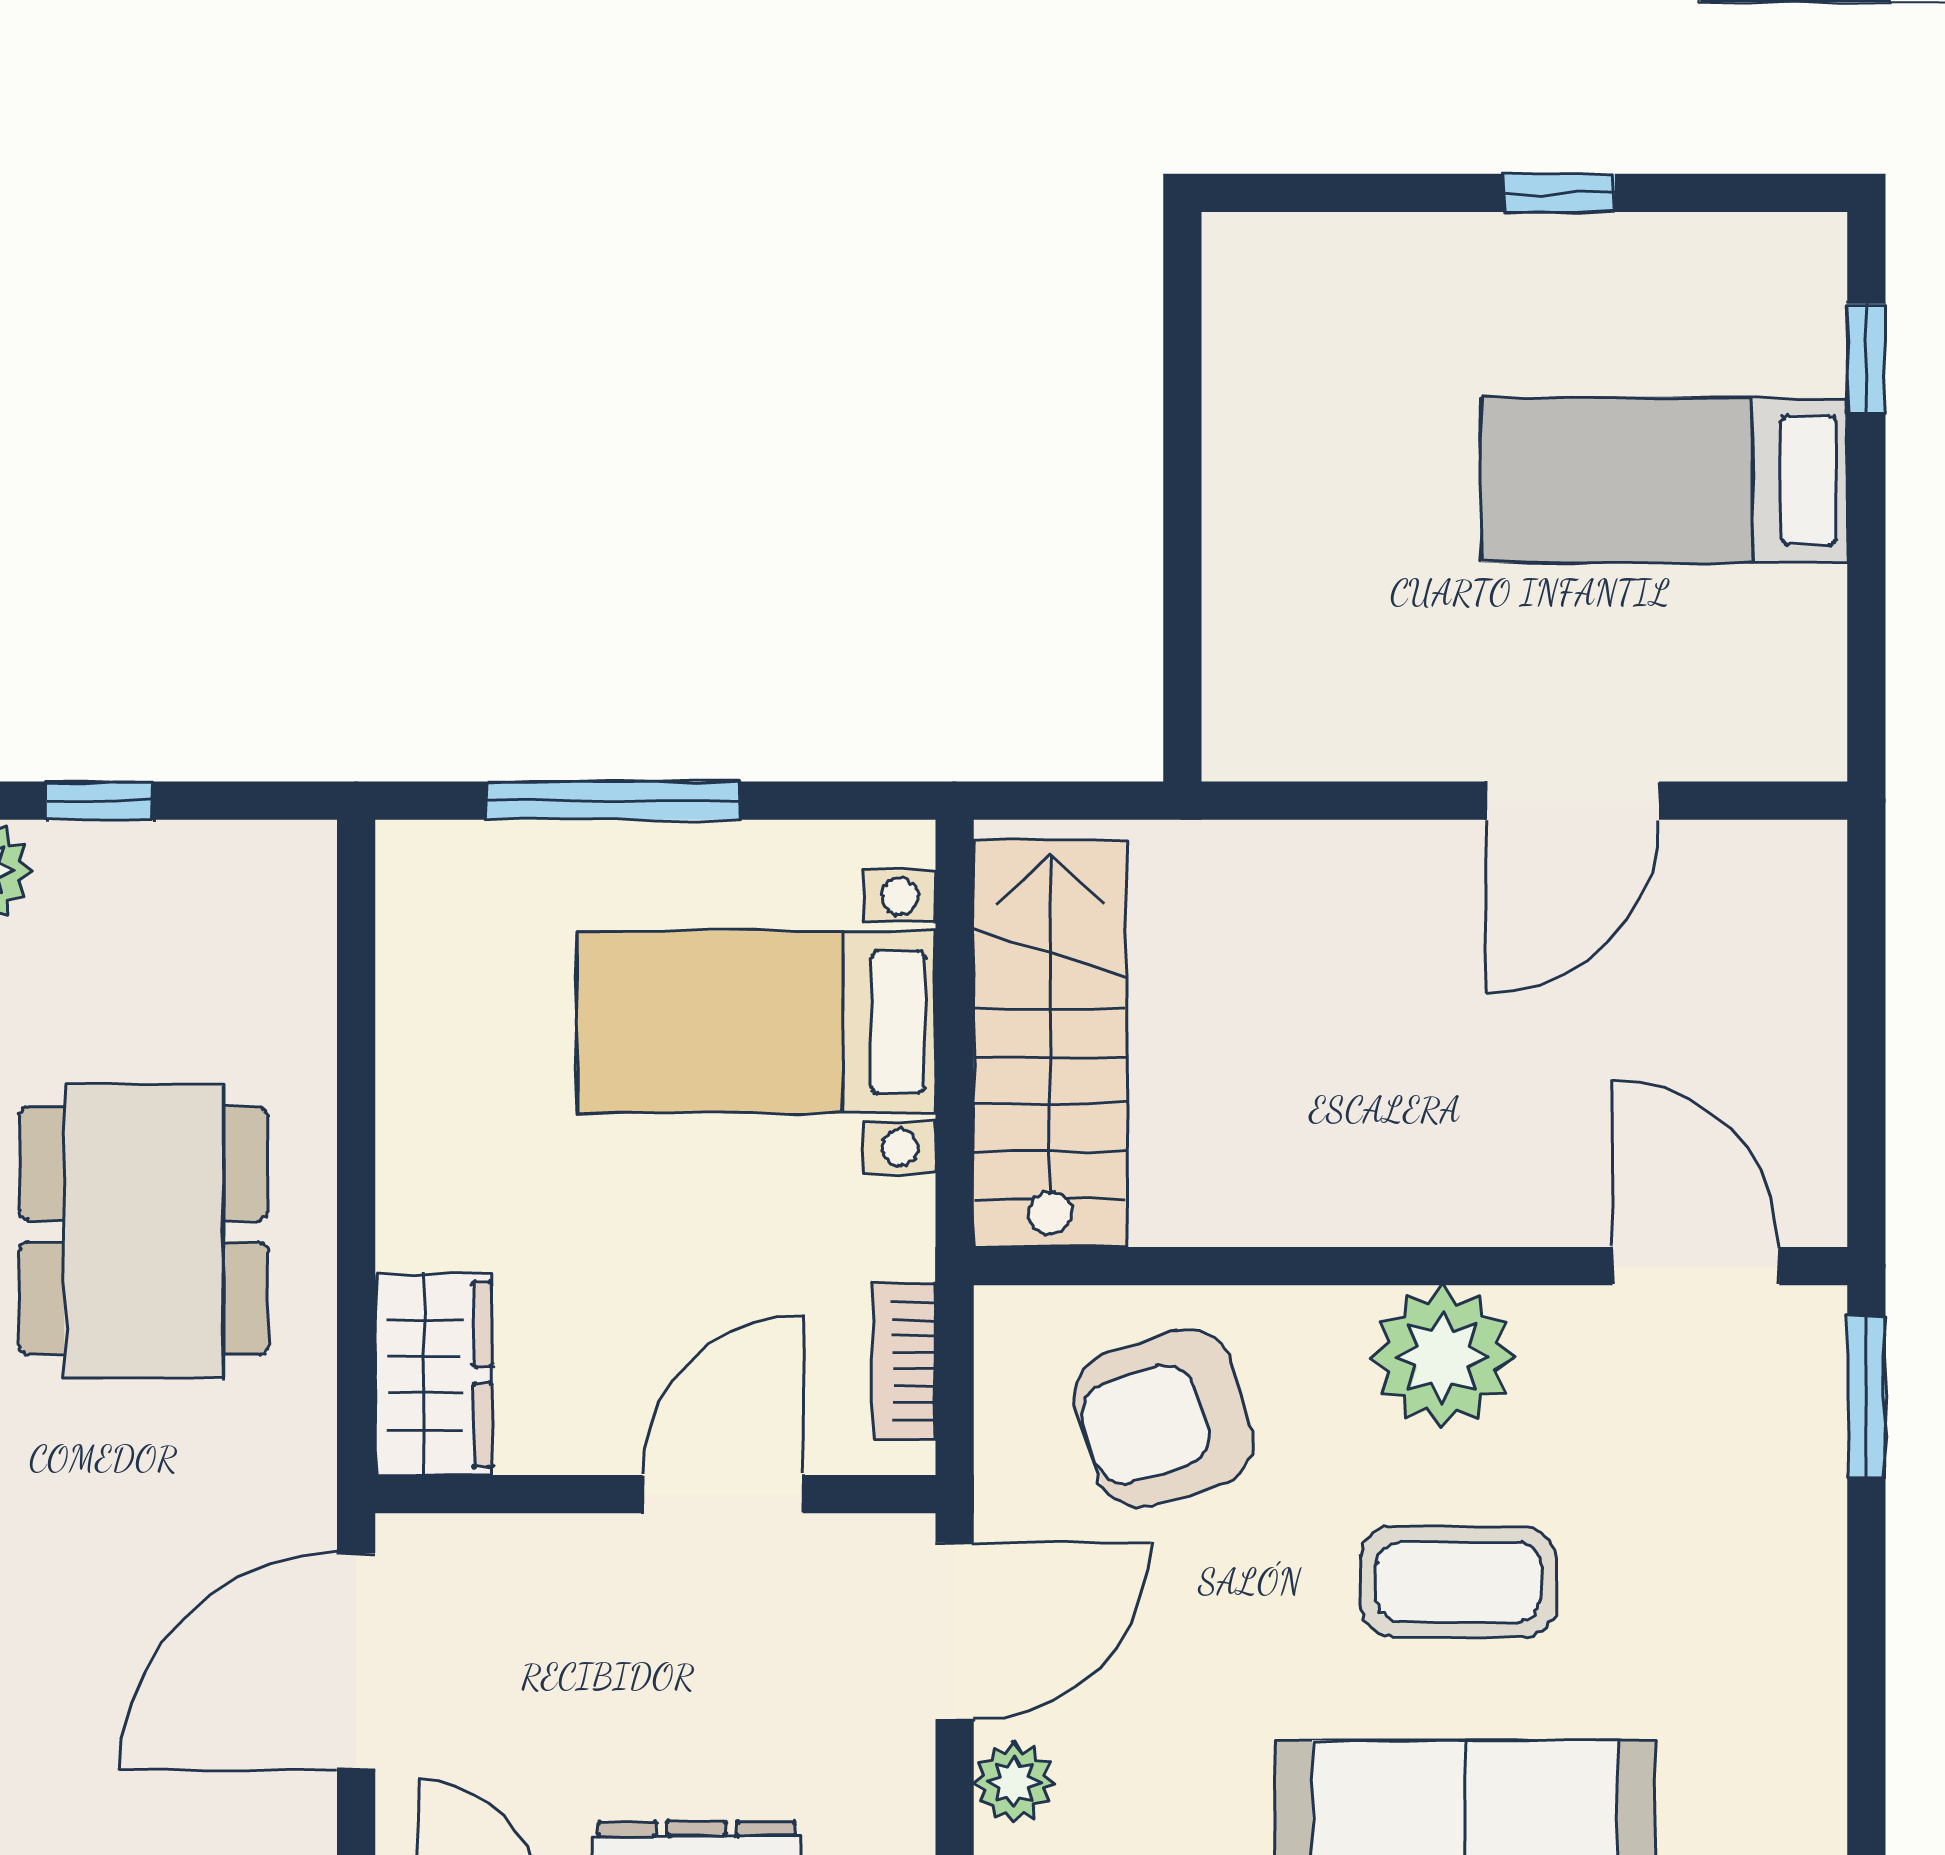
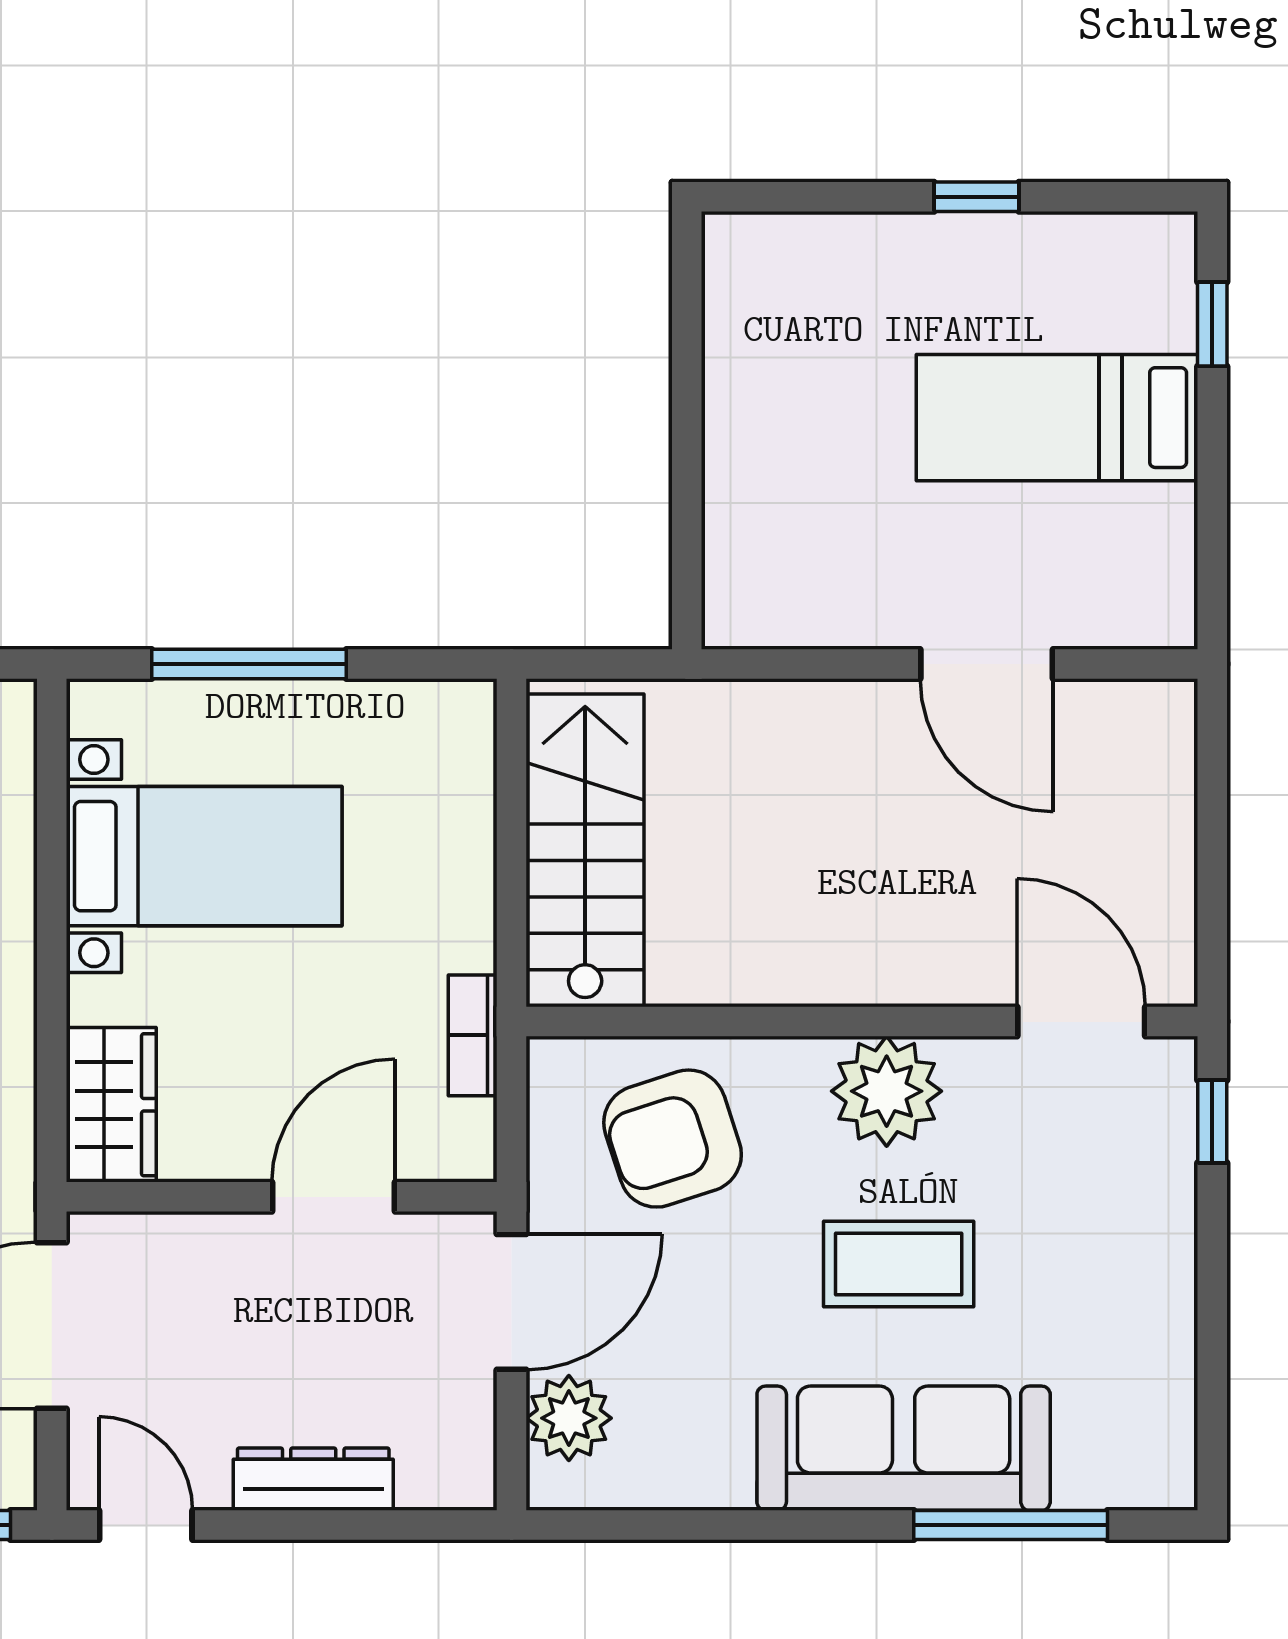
door: (1573, 801) -> (987, 664), hinge flipped
bed with nightstands: (756, 1022) -> (204, 856), moved, turned 180
bookcase: (904, 1361) -> (473, 1035), moved
window: (1866, 1396) -> (1212, 1122), width x0.67
plant: (1014, 1782) -> (569, 1418), width x1.38, depth x1.38

